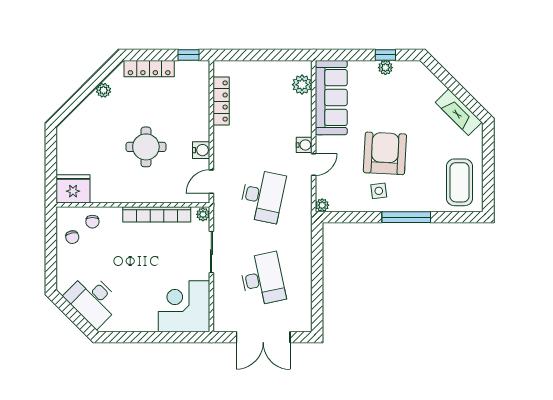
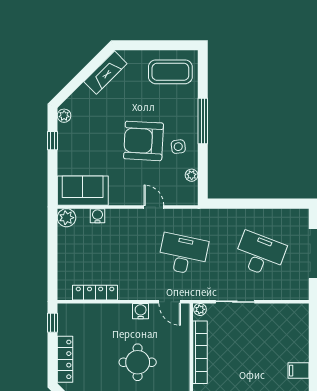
plant: (385, 68) -> (64, 116), moved
plant: (302, 85) -> (66, 218), moved
sofa: (331, 98) -> (83, 191), width x0.73
water cooler: (304, 145) -> (97, 216), moved
plant: (322, 205) -> (192, 175), moved
desk: (263, 279) -> (260, 254), turned 33
corner desk: (184, 306) -> (285, 327), removed
filing cabinet: (137, 321) -> (298, 371), added

